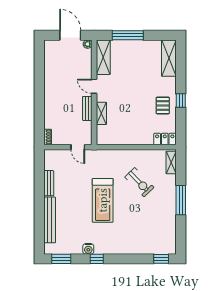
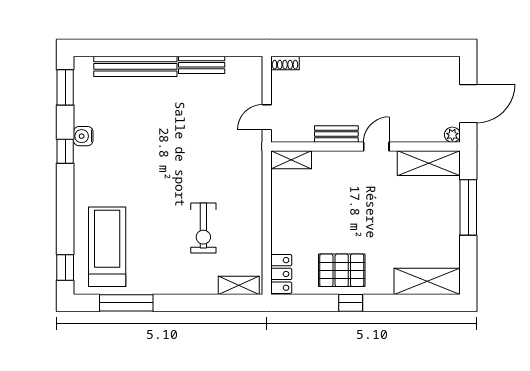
pallet: (163, 105) -> (342, 270), width x1.50, depth x1.42
shelving: (101, 113) -> (291, 160), moved
exercise bike: (139, 182) -> (203, 228), turned -46
treadmill: (103, 200) -> (107, 247), moved, turned 90
window: (181, 200) -> (126, 303), moved

